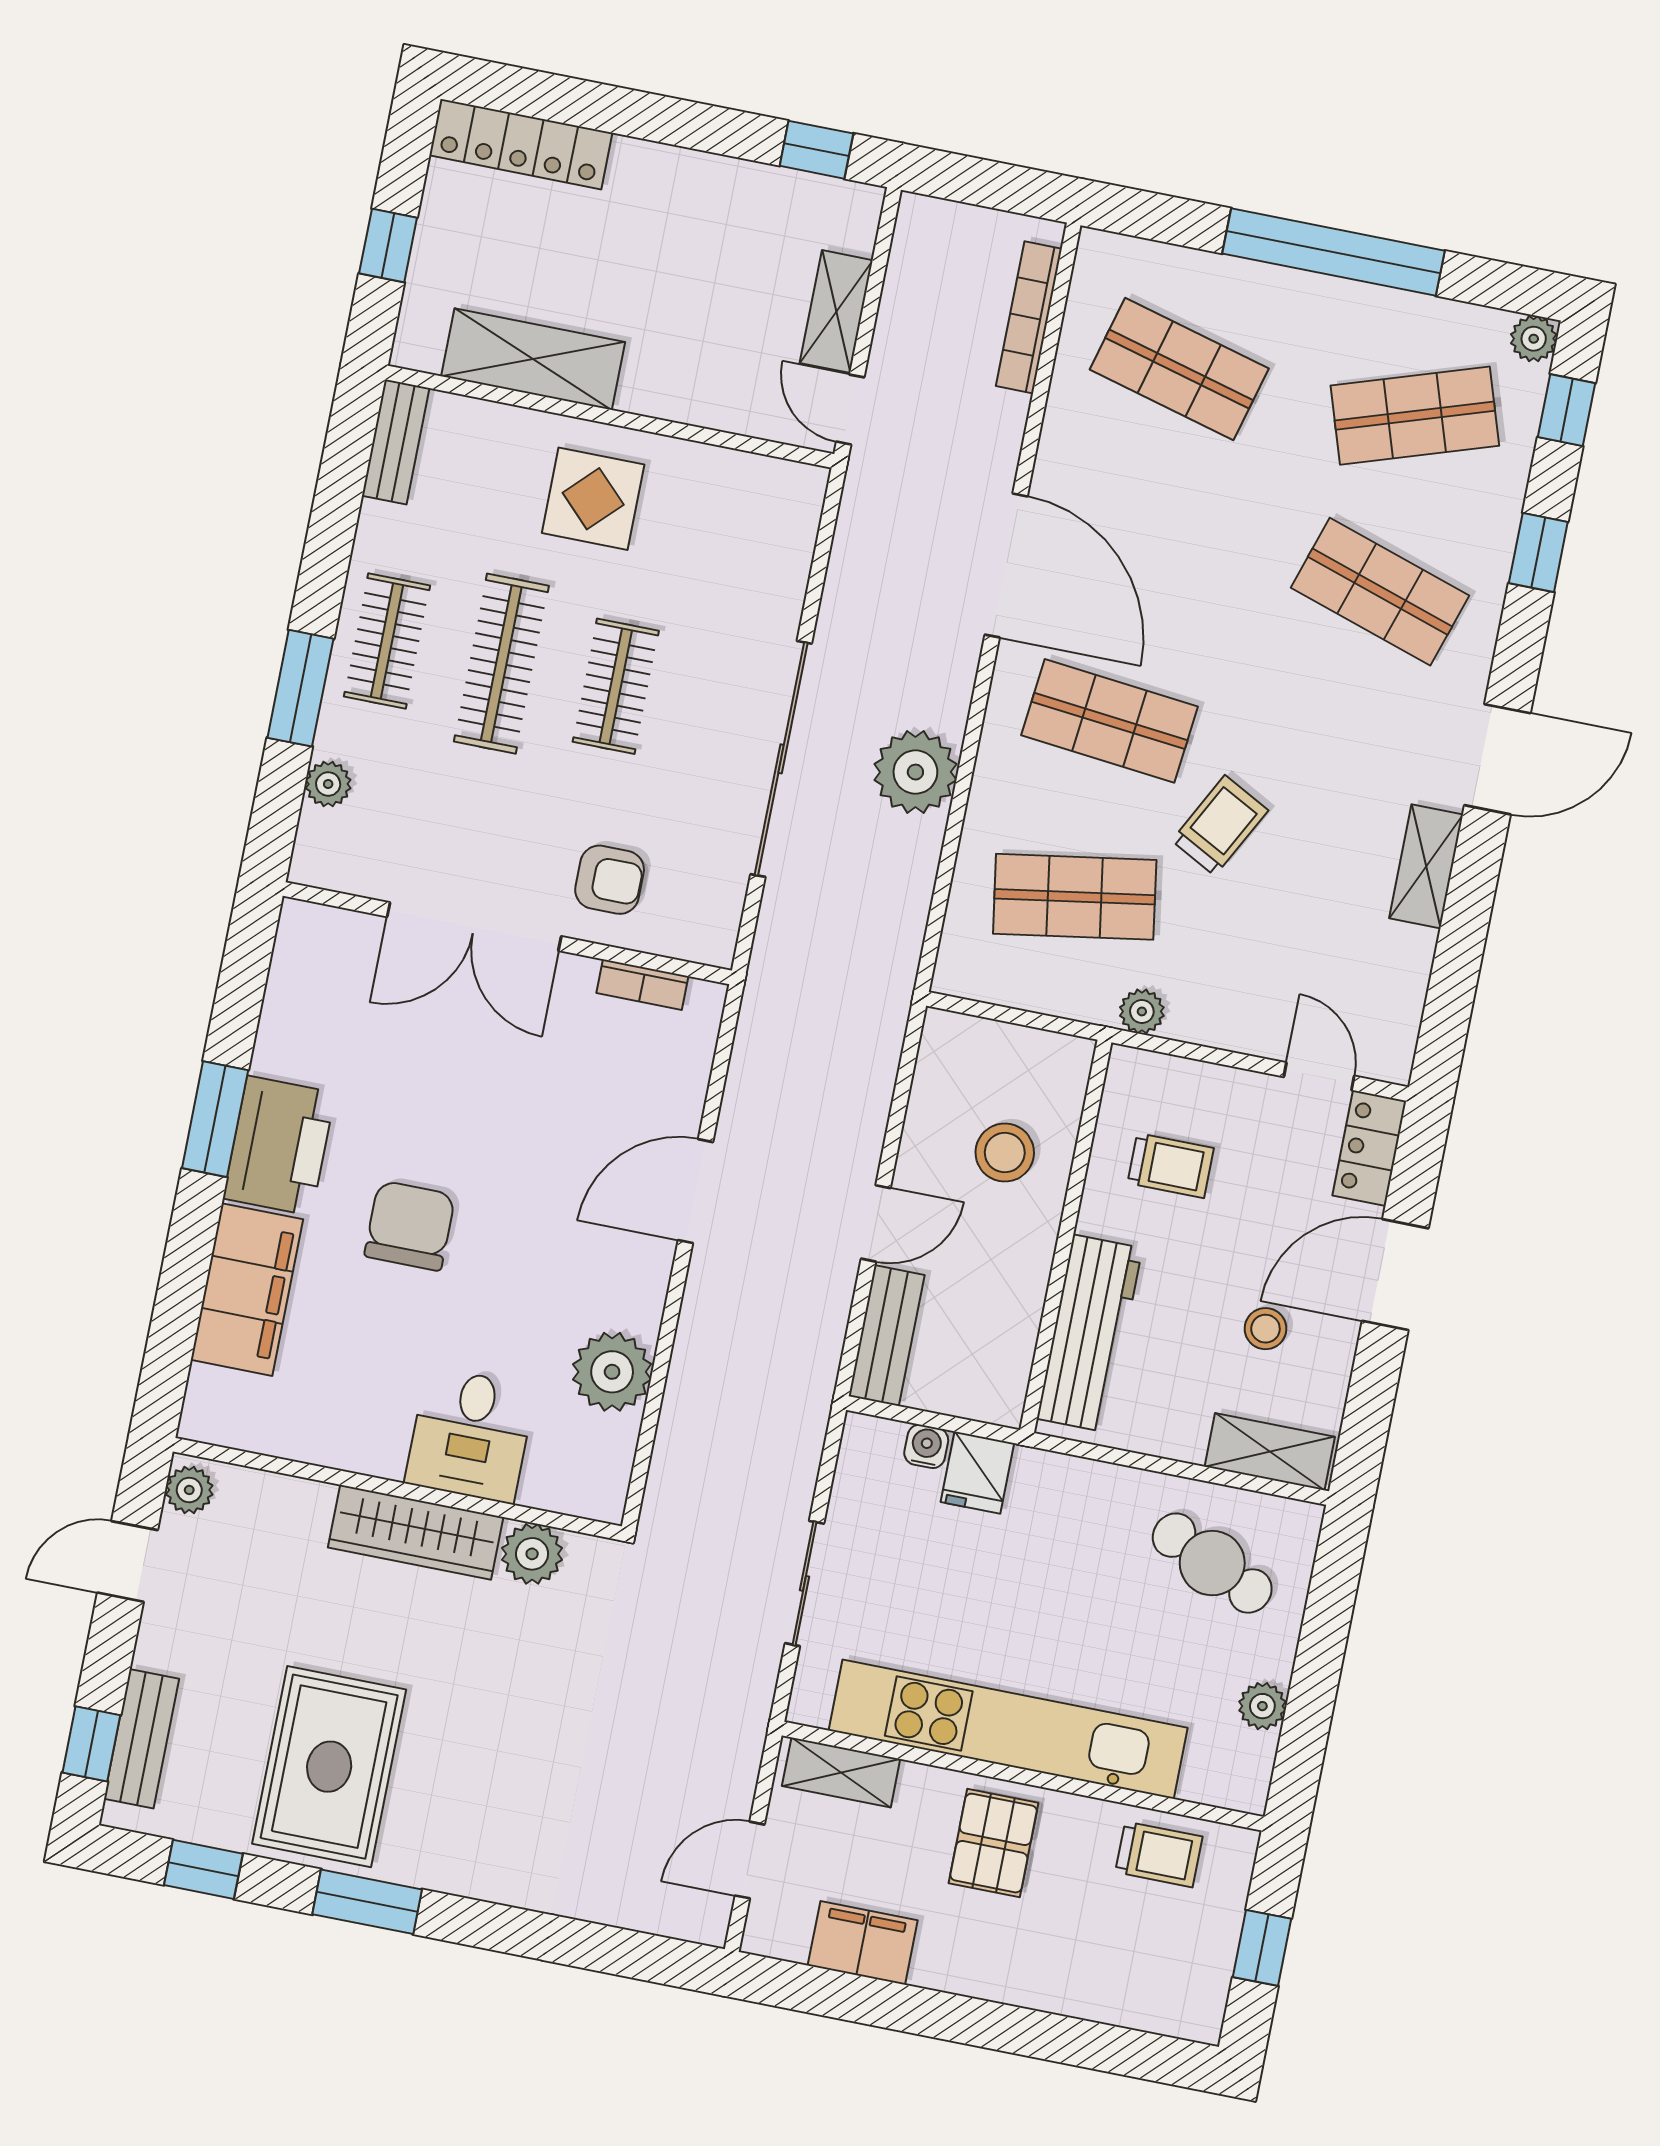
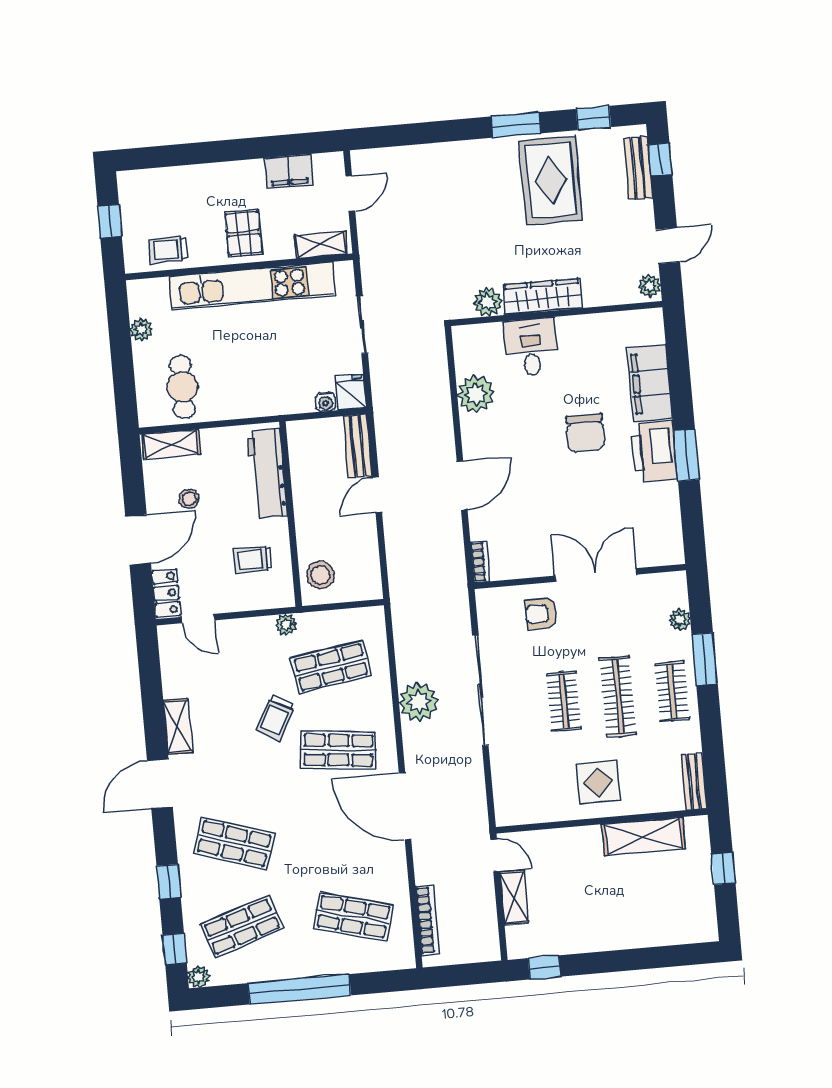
locker: (521, 144) -> (677, 931), removed
bookcase: (642, 985) -> (480, 562), moved, turned 90
stool: (1005, 1153) -> (320, 575), moved
fridge: (977, 1473) -> (351, 392), moved
cafe table: (1212, 1563) -> (182, 387), turned 65

